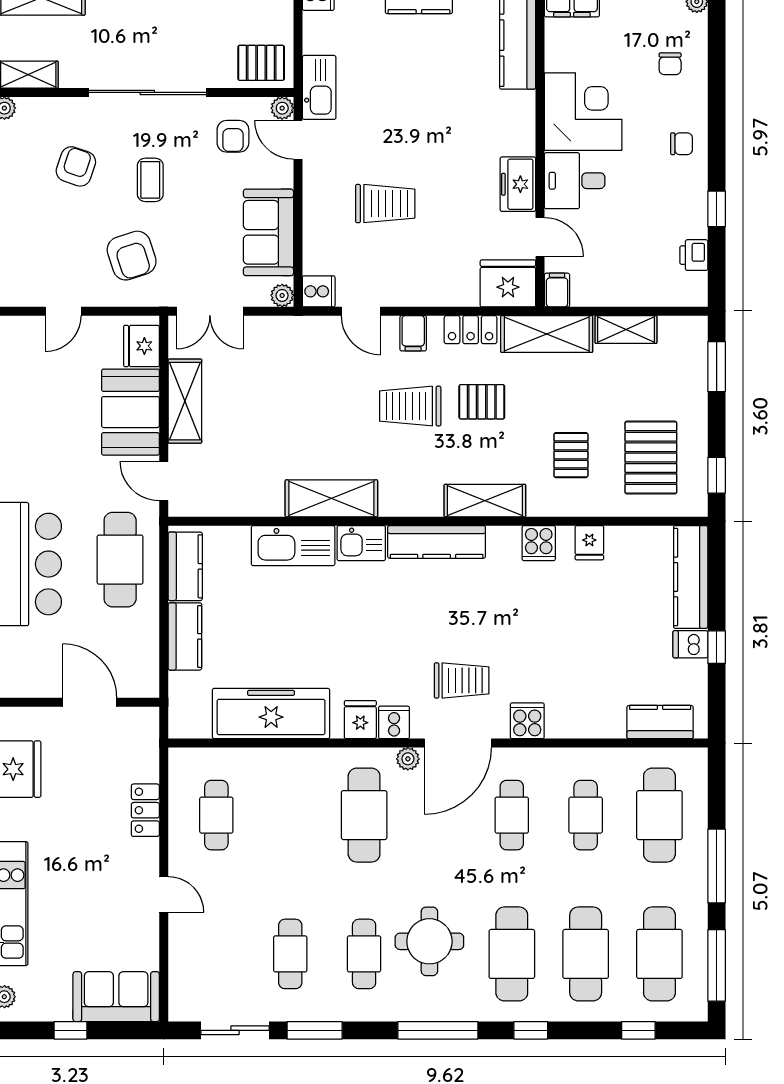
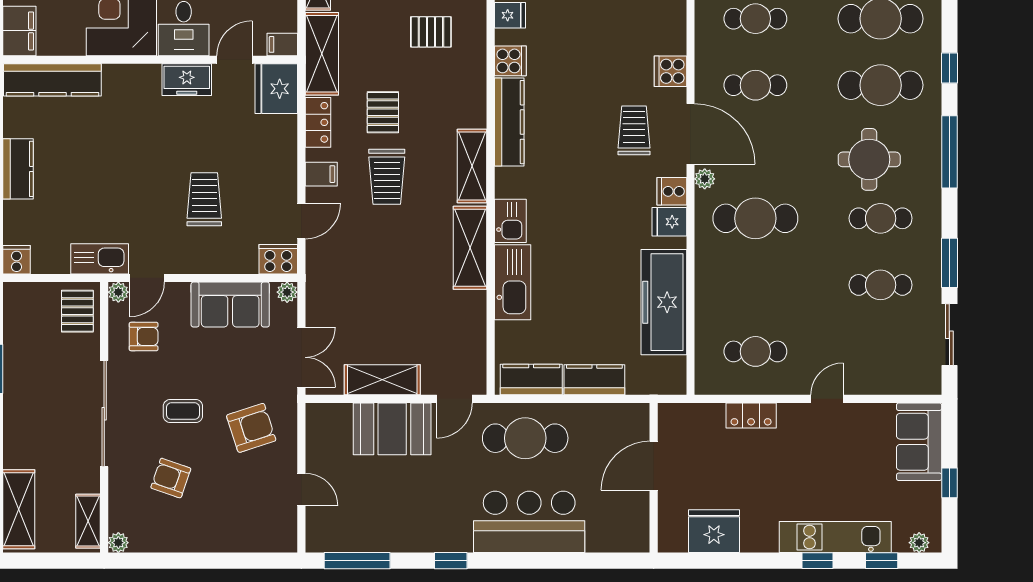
cooker: (319, 291) -> (278, 259), width x1.36
fridge: (141, 346) -> (333, 419), removed
shelving: (485, 501) -> (472, 166), moved
kitchen counter: (437, 542) -> (509, 122), moved

